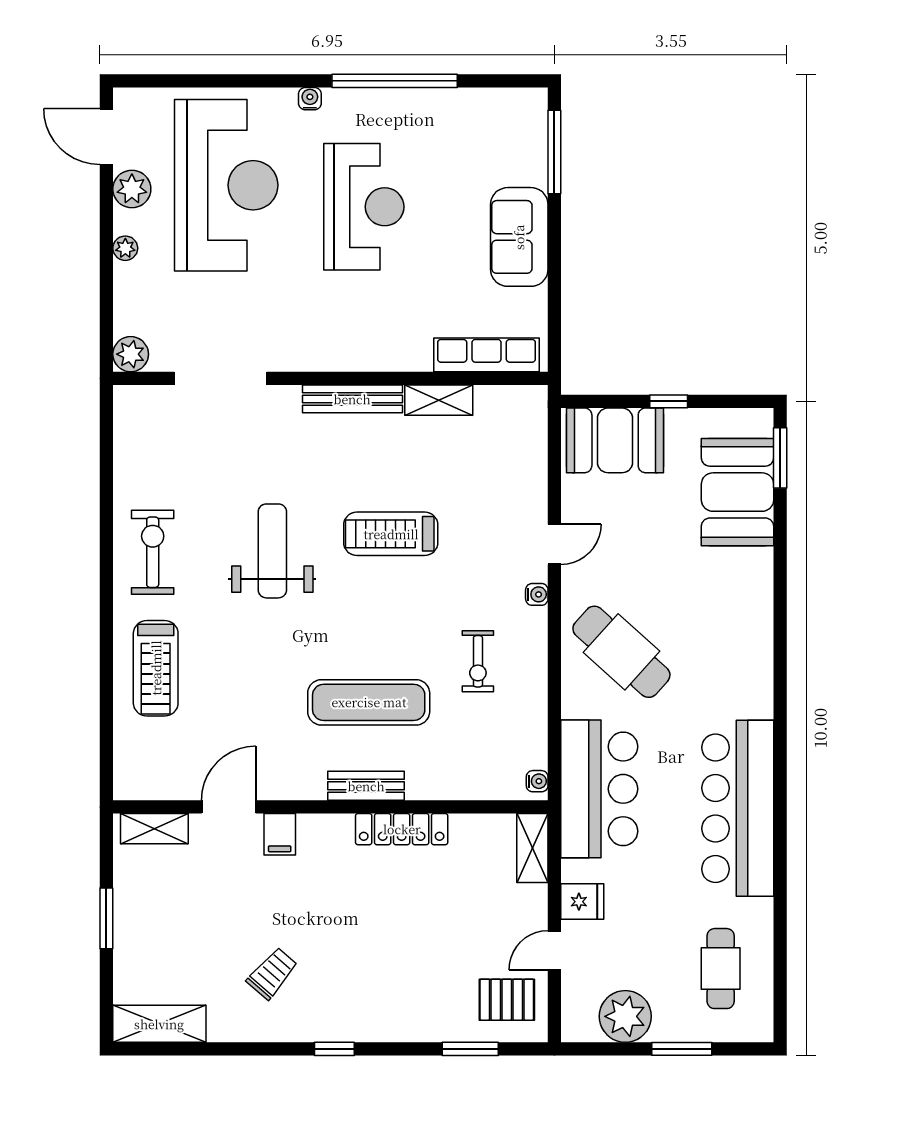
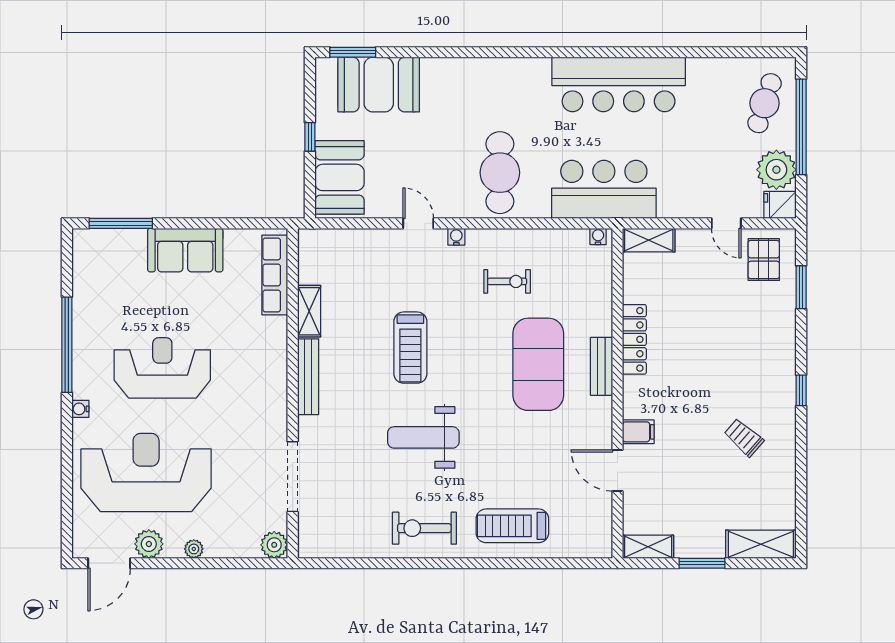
cafe table: (621, 652) -> (500, 173), turned -42
treadmill: (156, 668) -> (512, 526), turned 180
exercise mat: (369, 702) -> (538, 364), width x1.47
shelving: (154, 829) -> (648, 547), moved, turned 90
fridge: (582, 902) -> (780, 205), moved, turned -90
cafe table: (721, 969) -> (765, 103), moved, turned -72
shelving: (159, 1024) -> (761, 544), moved, turned 90
window: (682, 1049) -> (801, 127), width x2.11

